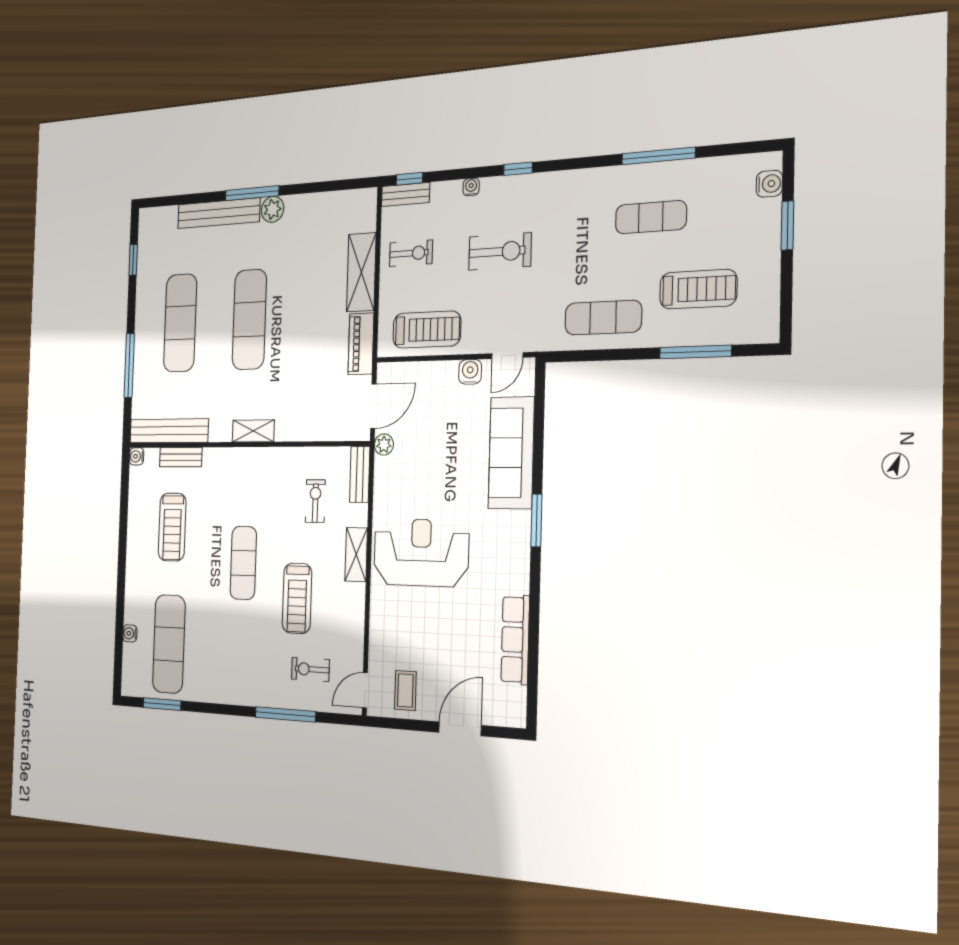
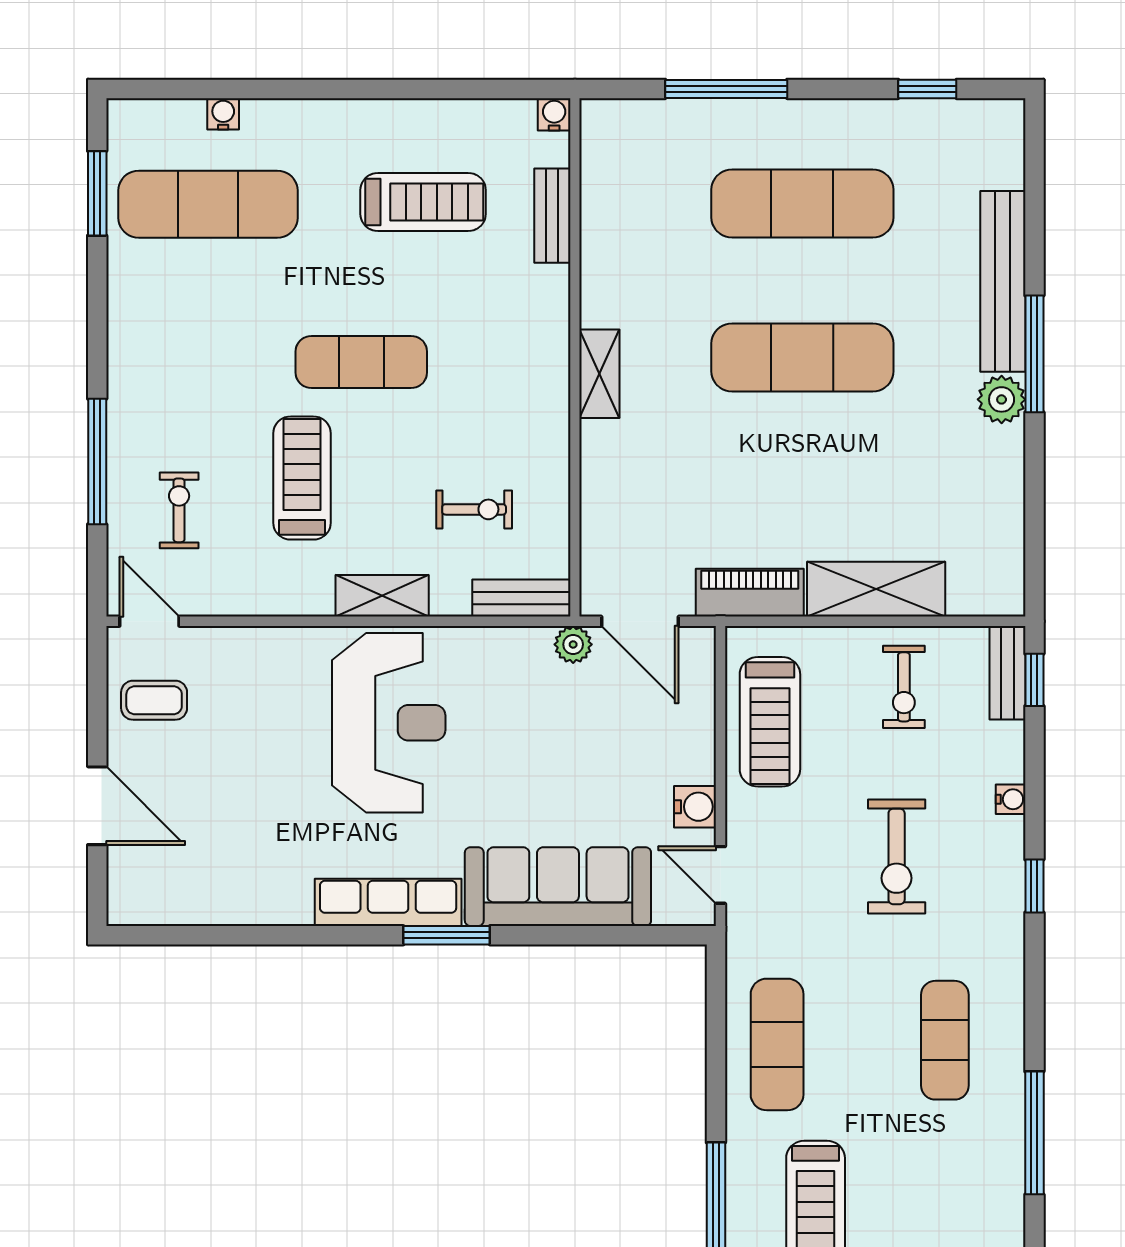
exercise mat: (651, 217) -> (945, 1040), moved
bench: (169, 431) -> (601, 187), removed
treadmill: (172, 527) -> (423, 202), turned 180
treadmill: (297, 598) -> (302, 478), turned 90
row of seats: (515, 640) -> (388, 902), moved

